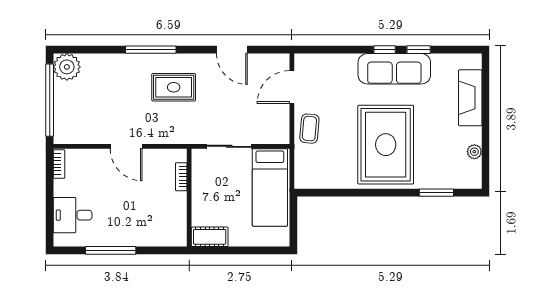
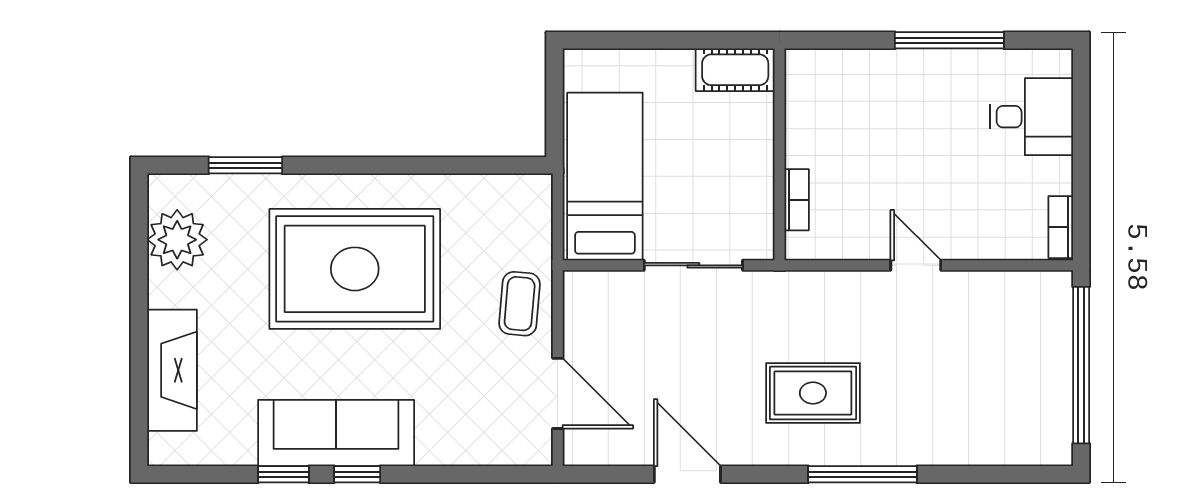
plant: (67, 67) -> (1044, 437), removed
door: (292, 87) -> (558, 393), hinge flipped
rug: (386, 145) -> (355, 269), turned 90
door: (126, 146) -> (916, 265), width x0.73
plant: (474, 152) -> (177, 240), width x1.87, depth x1.87

